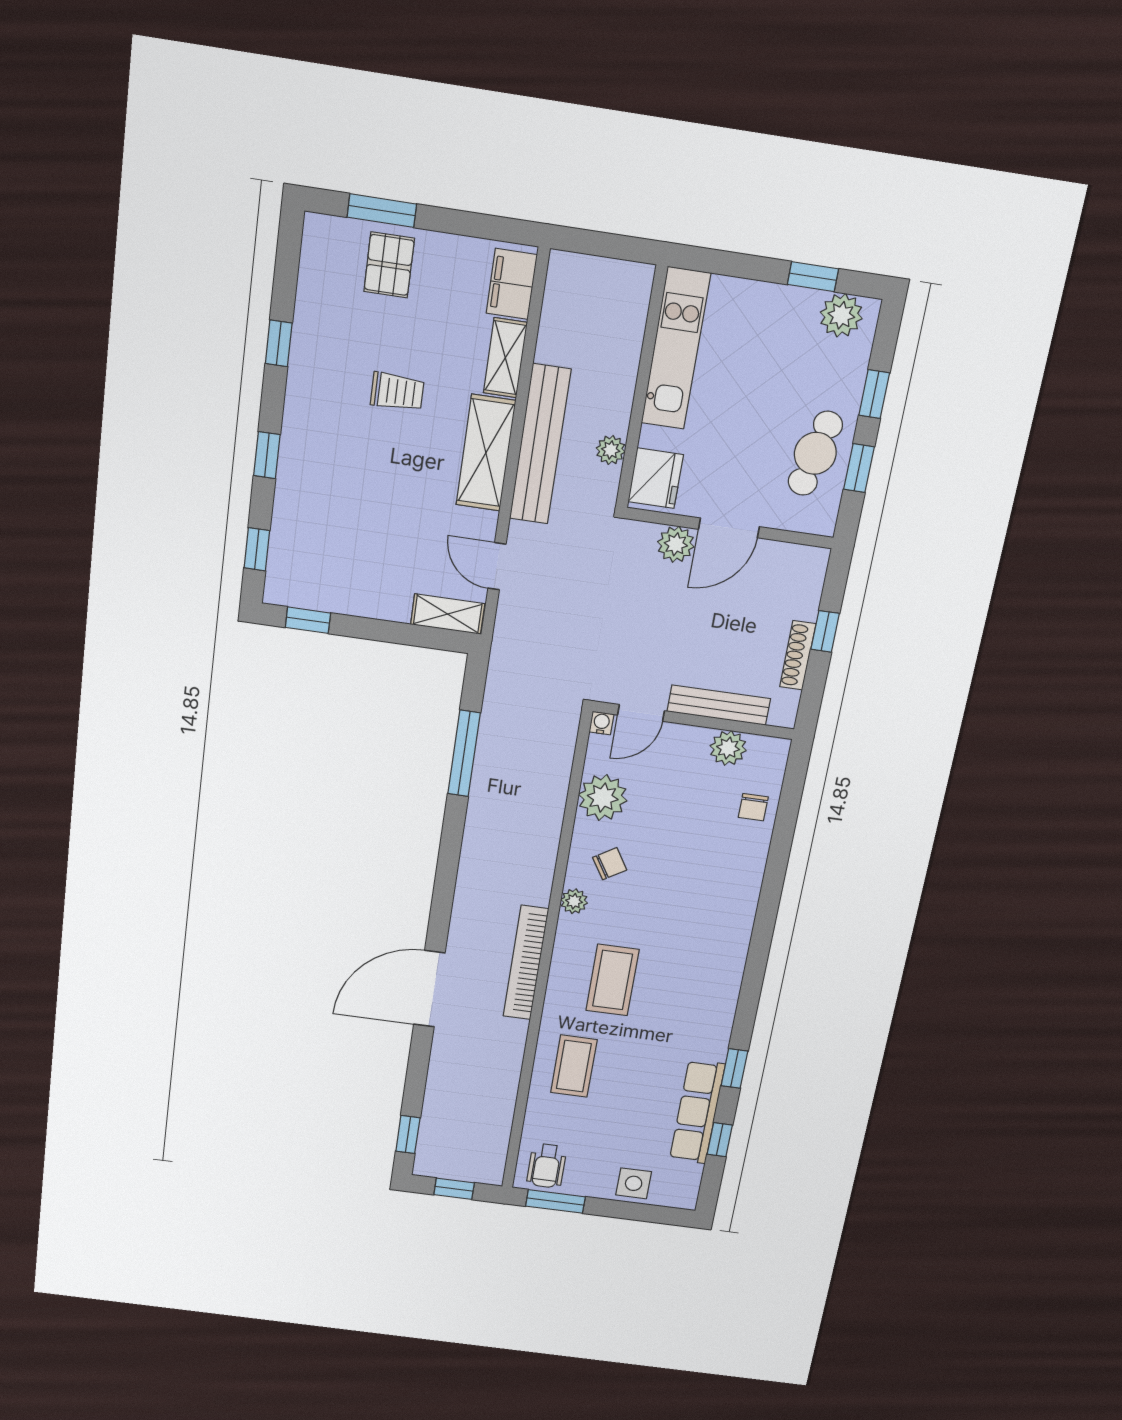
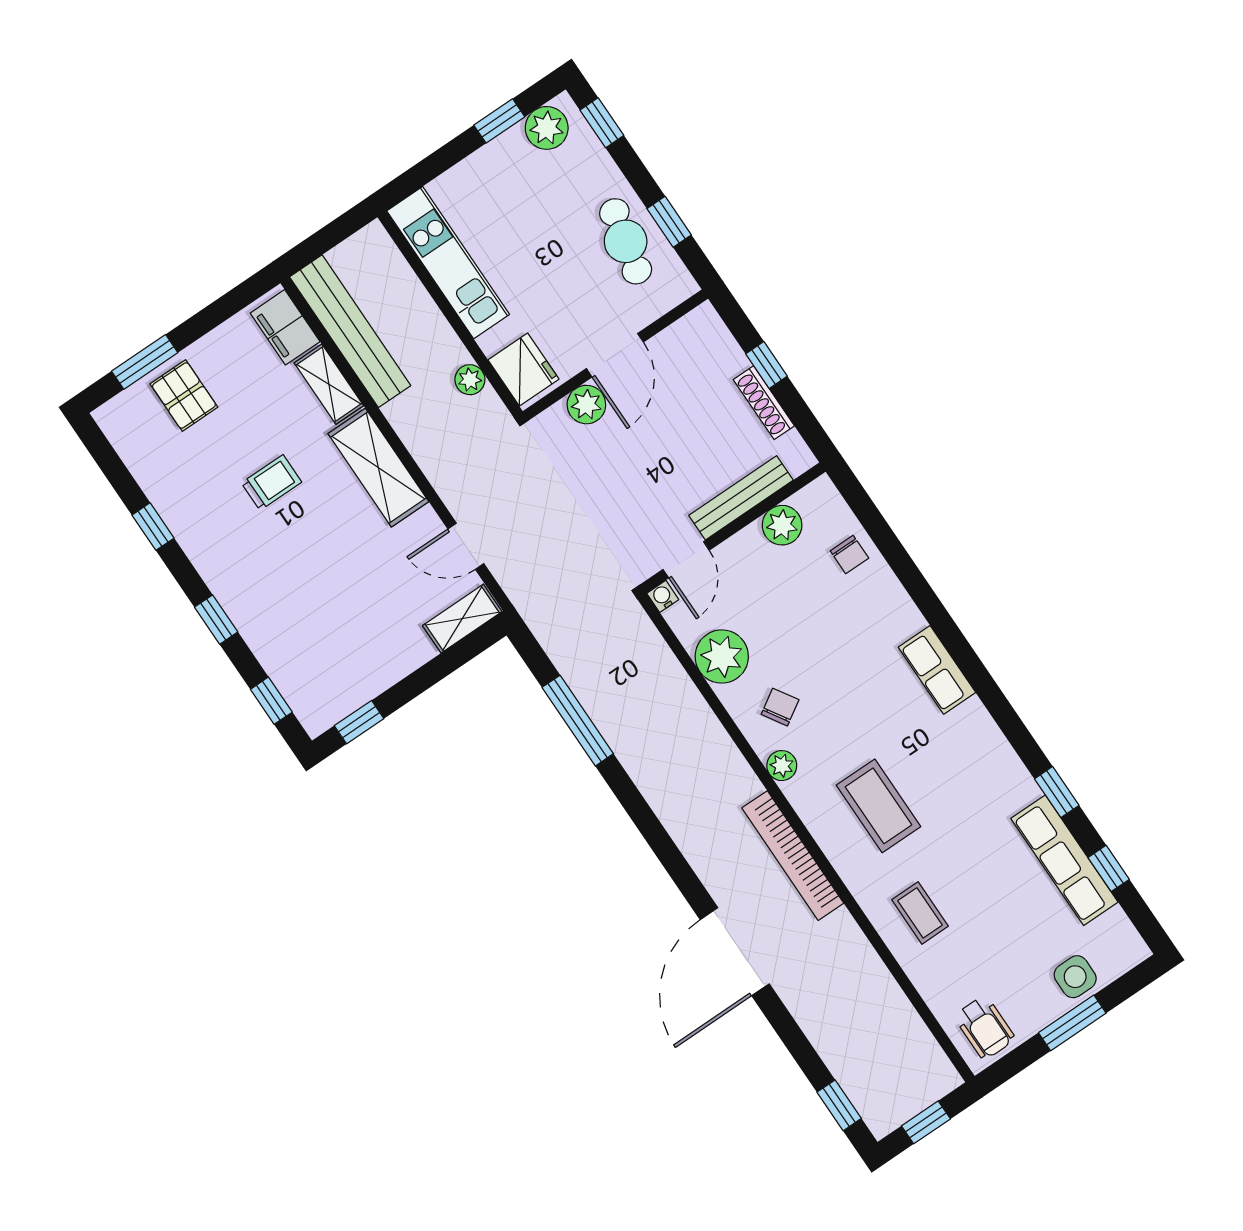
window: (874, 394) -> (602, 123), moved
bench: (540, 444) -> (350, 331), moved
row of seats: (735, 930) -> (937, 670), added
coffee table: (574, 1066) -> (920, 913), width x0.73, depth x0.77
window: (555, 1201) -> (1072, 1023), moved

